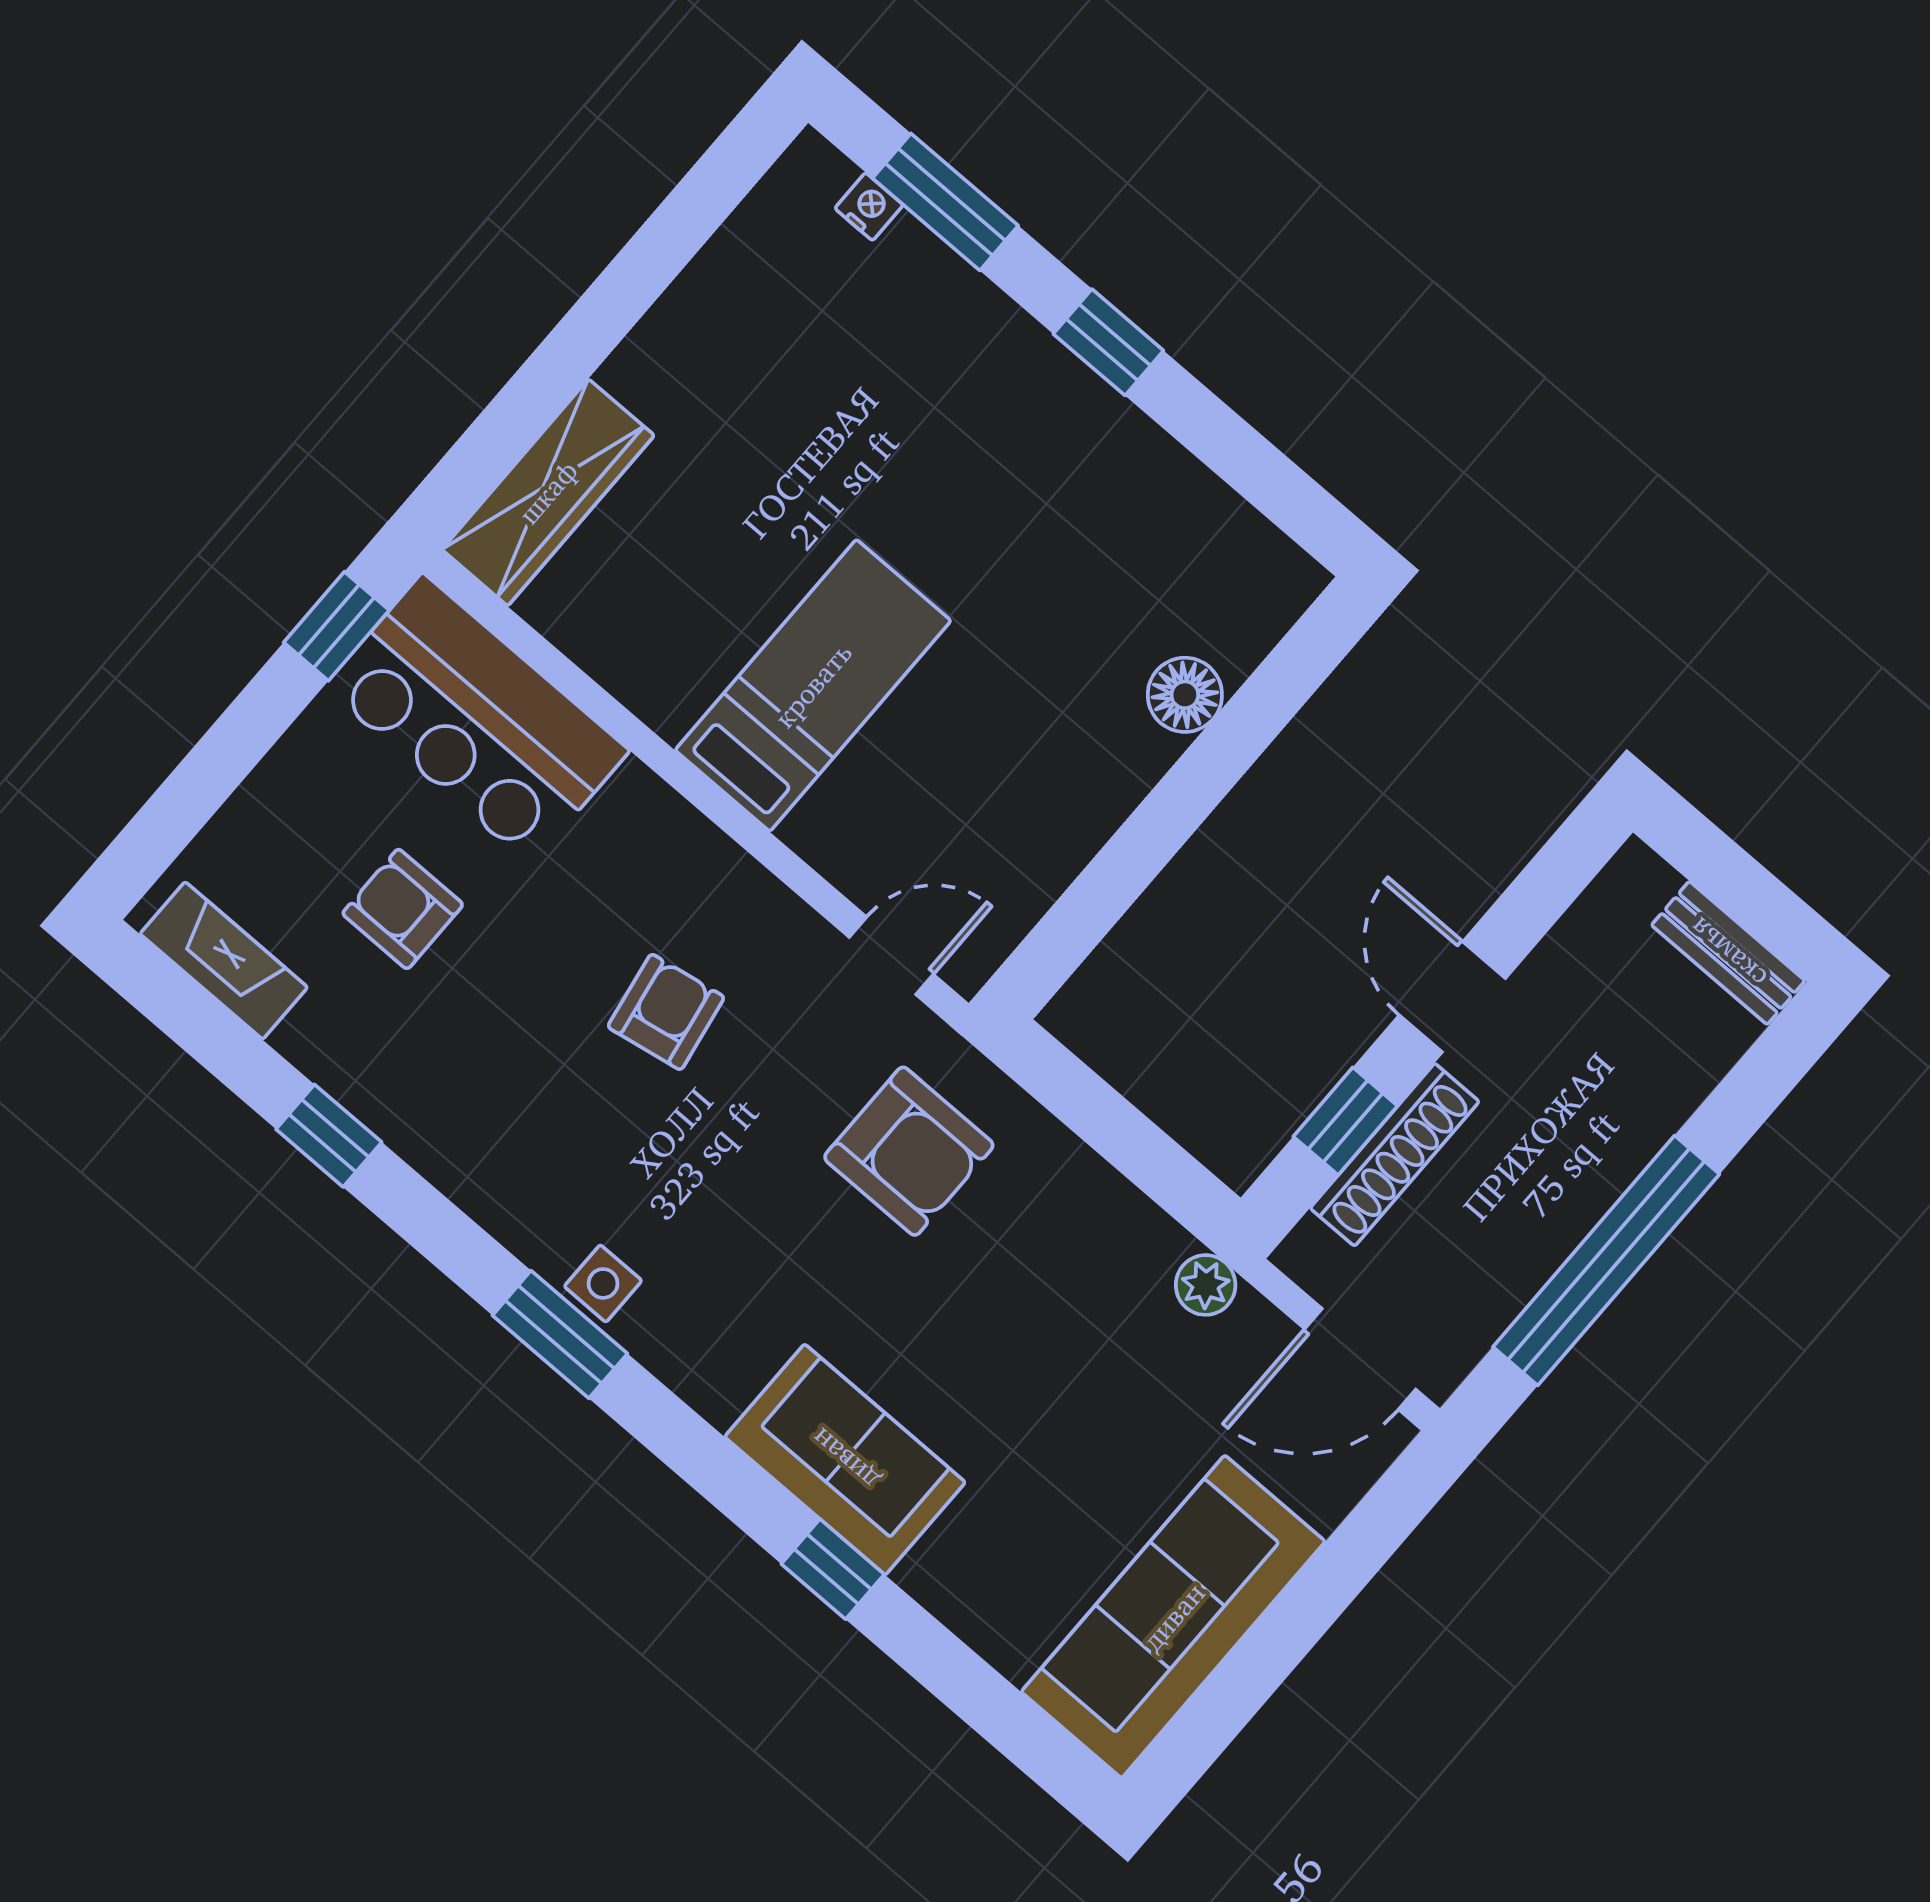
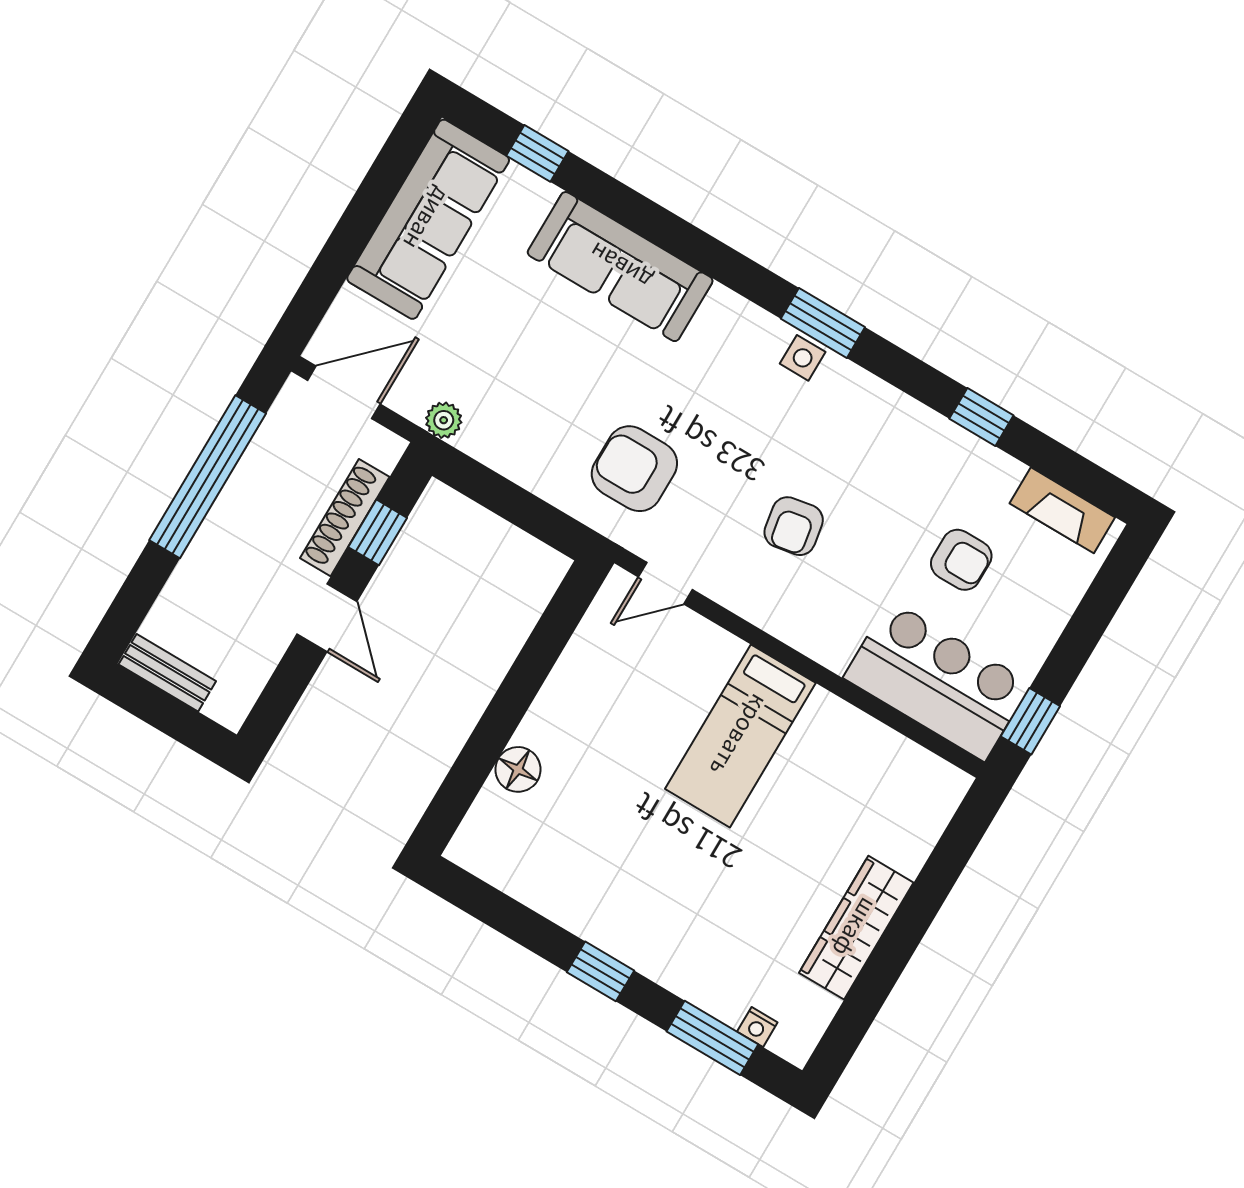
wardrobe: (548, 492) -> (856, 928), moved
sofa: (845, 1460) -> (620, 267), width x1.36
window: (833, 1569) -> (537, 153), moved

